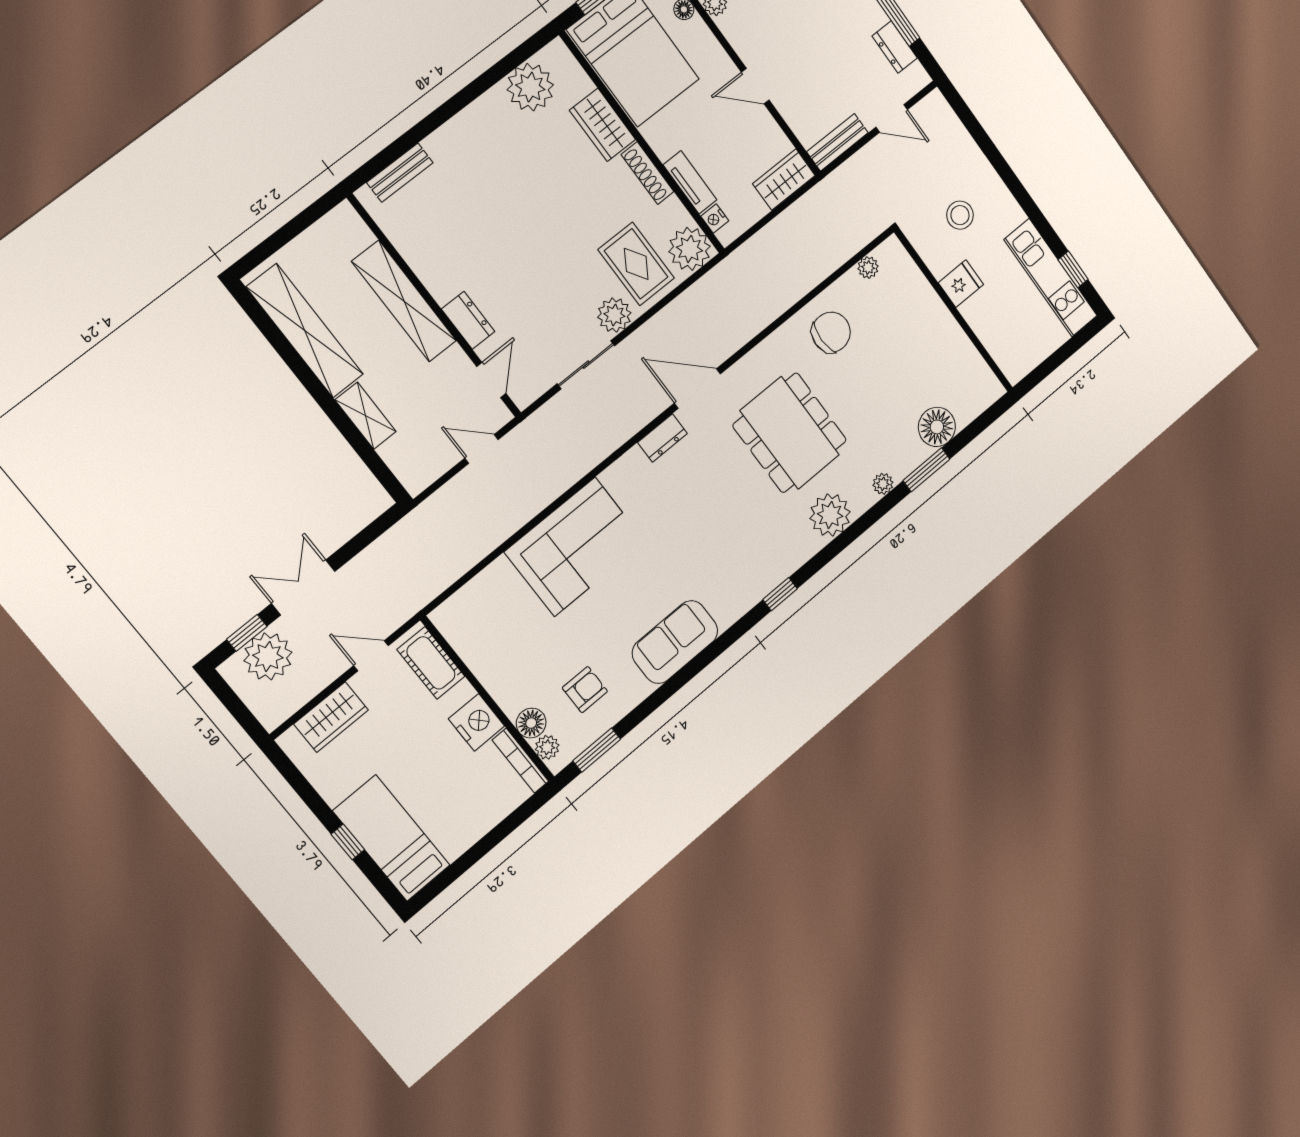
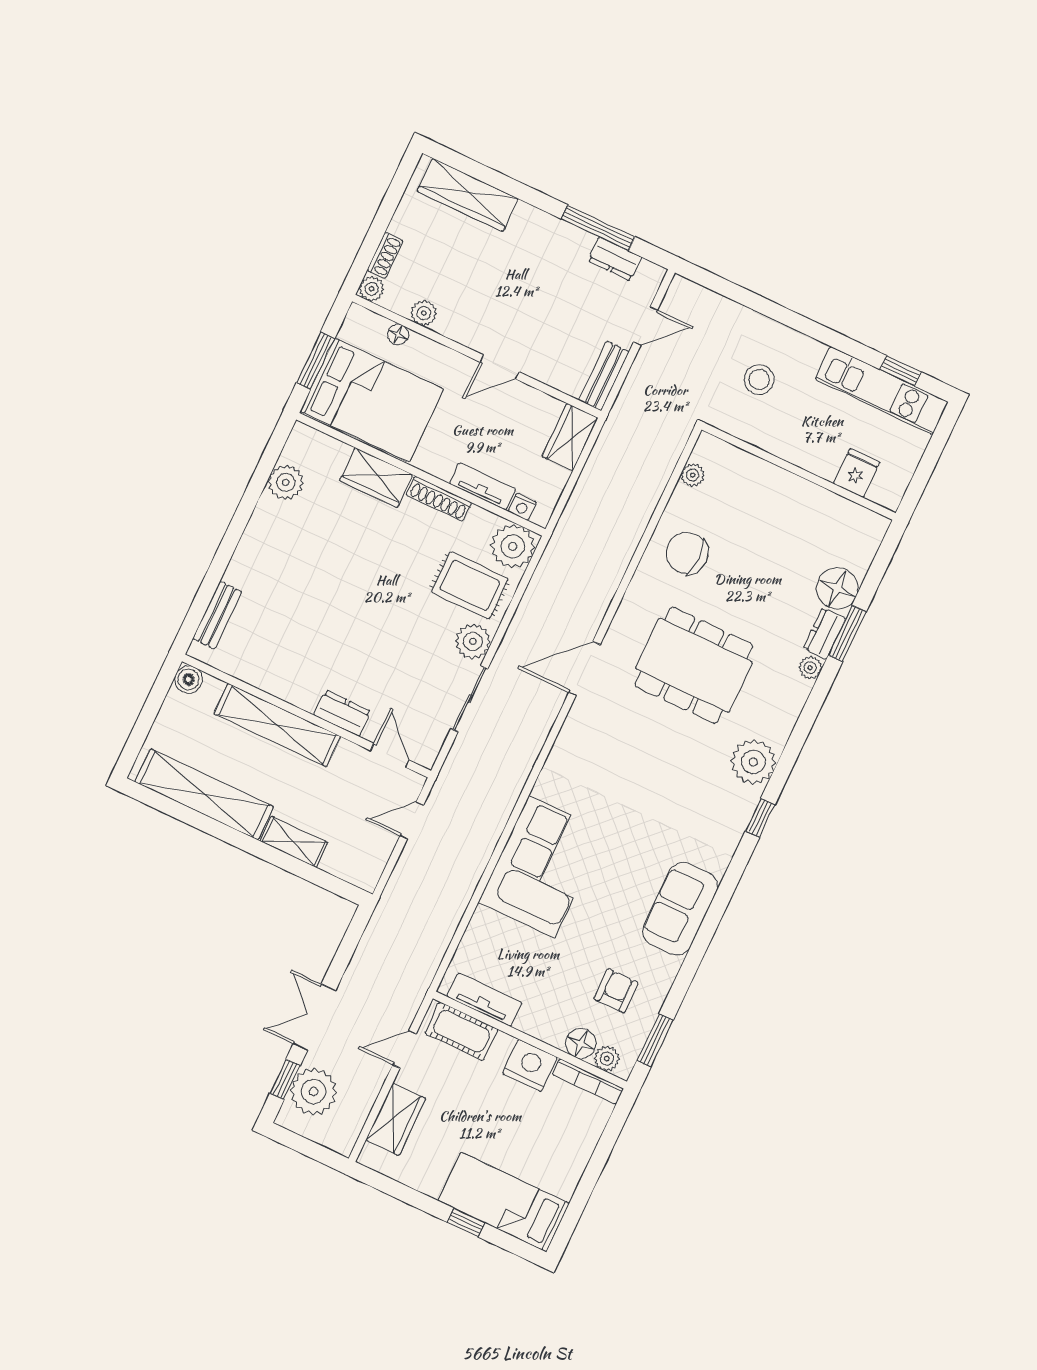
plant: (530, 87) -> (286, 482), width x0.73, depth x0.73
boiler: (344, 218) -> (188, 679), added
fridge: (961, 284) -> (857, 473), moved
chair: (831, 332) -> (687, 553), turned -90
dresser: (662, 438) -> (824, 634), moved, turned 180
plant: (830, 515) -> (753, 762), moved
tv unit: (466, 643) -> (484, 1000), added

